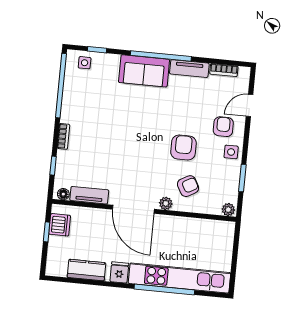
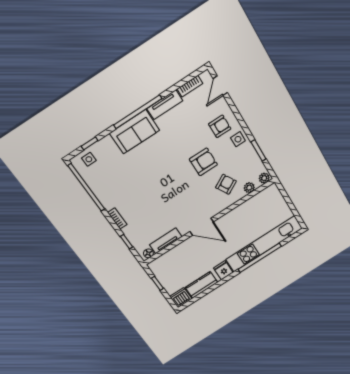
door: (250, 105) -> (220, 86), moved
armchair: (223, 127) -> (220, 126), turned 90
armchair: (183, 148) -> (203, 162), turned 90
plant: (166, 203) -> (249, 188), moved
door: (133, 209) -> (202, 227), width x0.73
dishwasher: (60, 225) -> (181, 298), moved, turned -90

